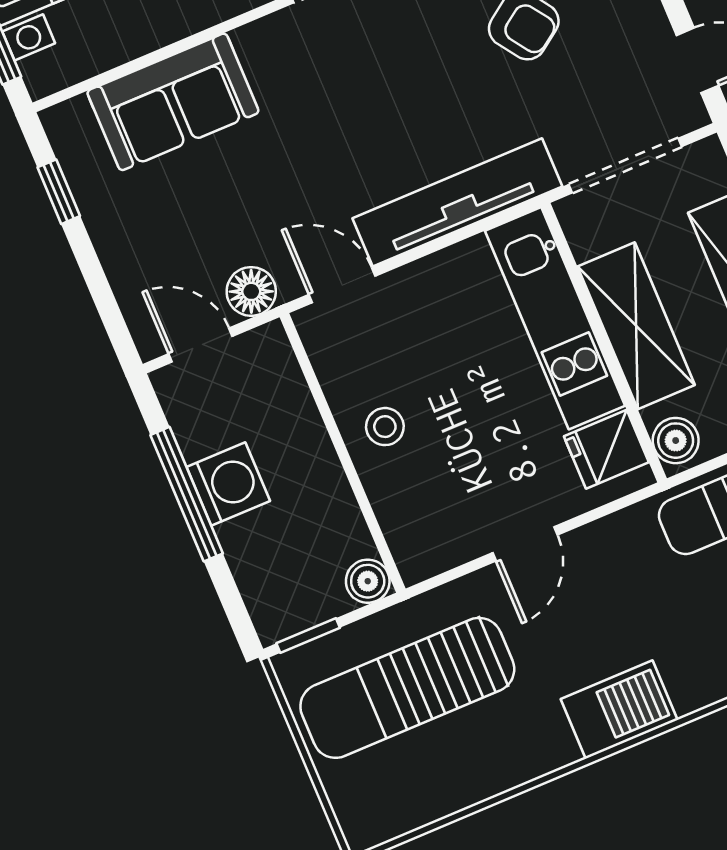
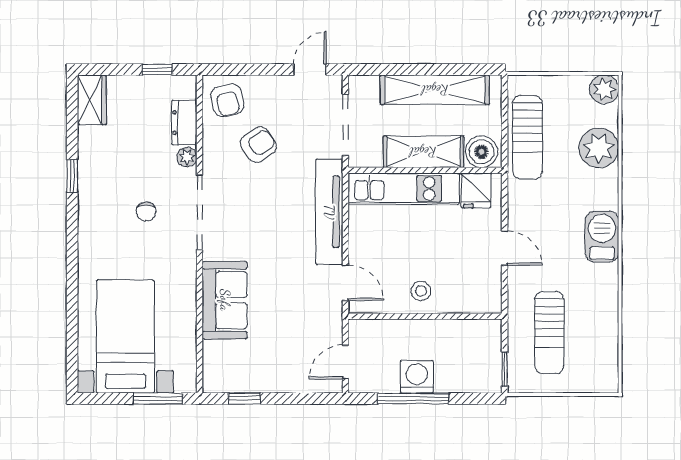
sofa: (173, 102) -> (225, 300), moved
door: (342, 285) -> (345, 283), swing flipped
floor lamp: (251, 291) -> (330, 327), removed
boiler: (676, 441) -> (482, 152), width x1.36, depth x1.36
boiler: (368, 581) -> (491, 330), removed
sun lounger: (407, 688) -> (549, 333), width x0.73, depth x0.75

